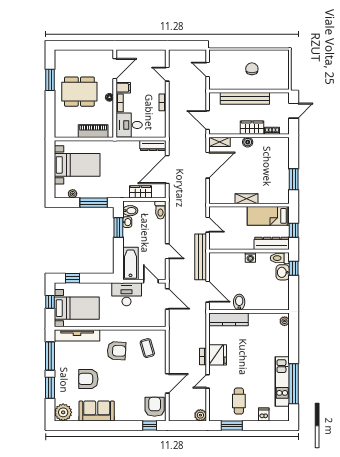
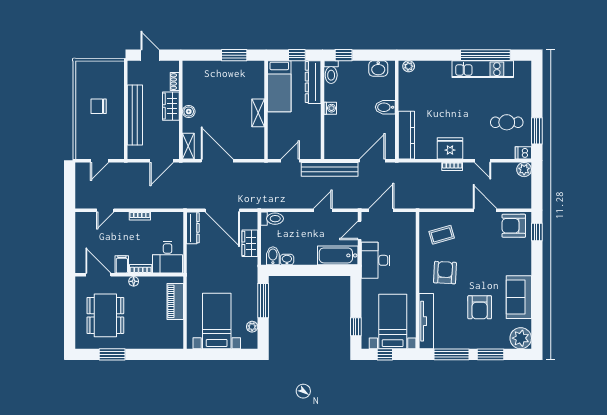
dining table: (79, 92) -> (105, 315), moved
window: (118, 227) -> (294, 270), removed
washbasin: (283, 272) -> (378, 68), moved
bidet: (239, 302) -> (385, 107), moved
dishwasher: (264, 414) -> (523, 153), moved

